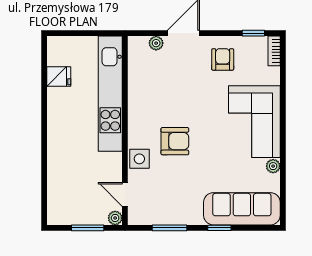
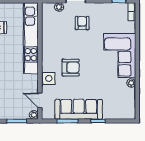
armchair: (223, 59) -> (82, 23), moved
sofa: (242, 209) -> (79, 109), moved

